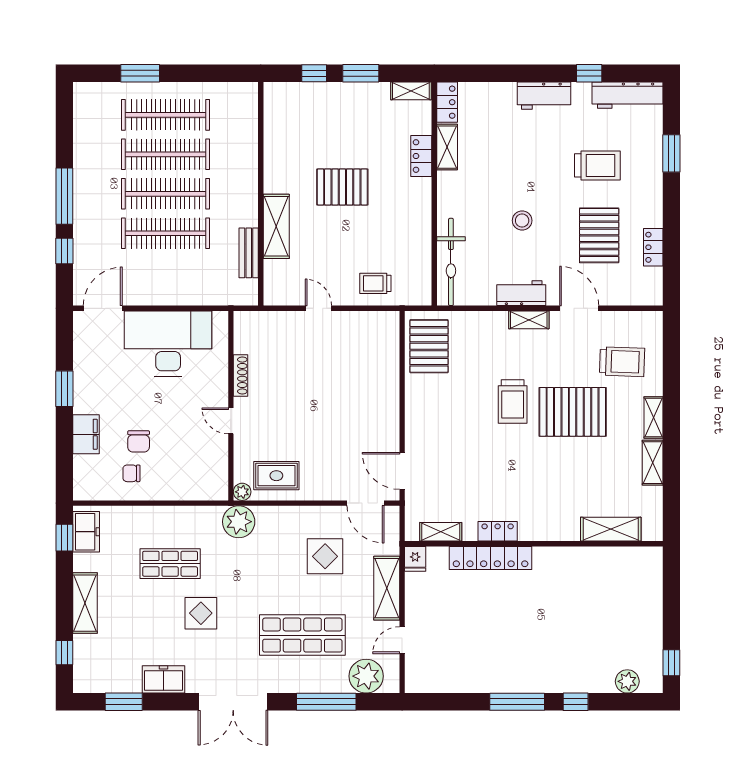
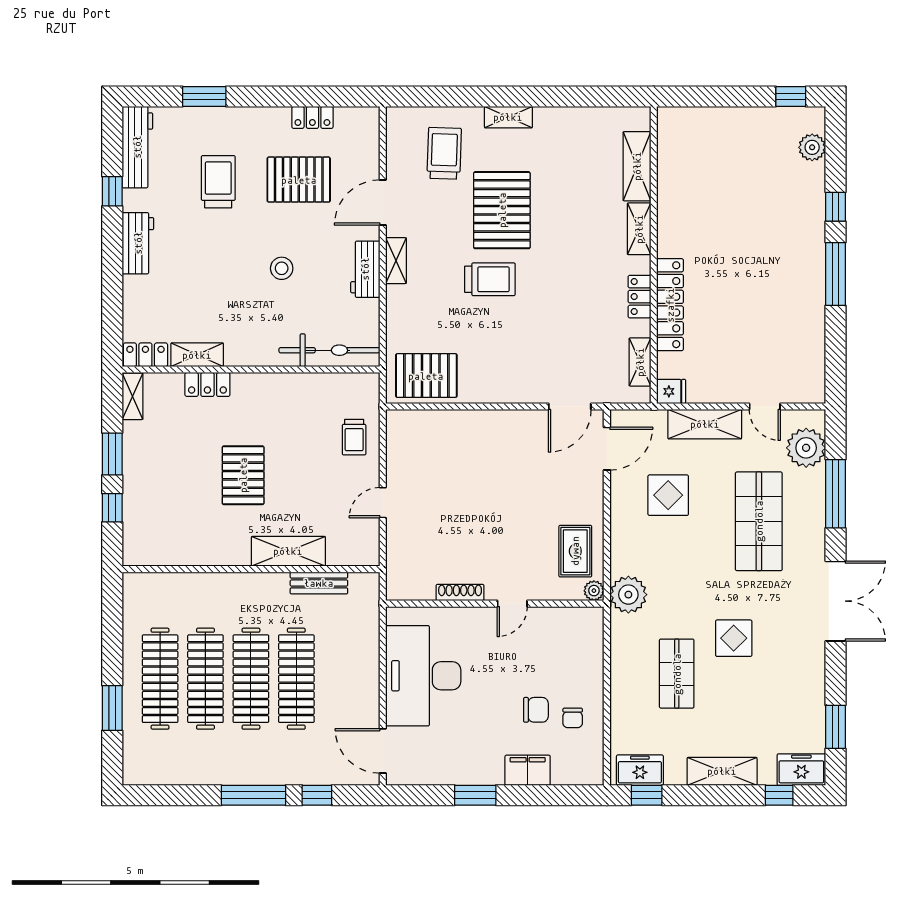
shelving: (653, 463) -> (639, 229), moved, turned 90
freezer: (163, 679) -> (801, 770), moved, turned 90

